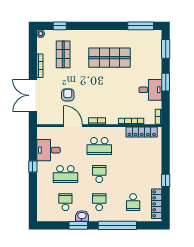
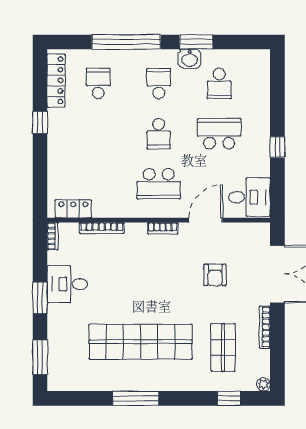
window: (141, 26) -> (136, 398), moved
shop shelf: (109, 58) -> (140, 342), width x1.40
door: (73, 126) -> (206, 220), swing flipped
locker: (142, 132) -> (73, 209), width x0.66
school desk: (99, 146) -> (159, 184), turned 180
desk: (48, 150) -> (249, 197), moved
school desk: (99, 202) -> (159, 83), turned 180

